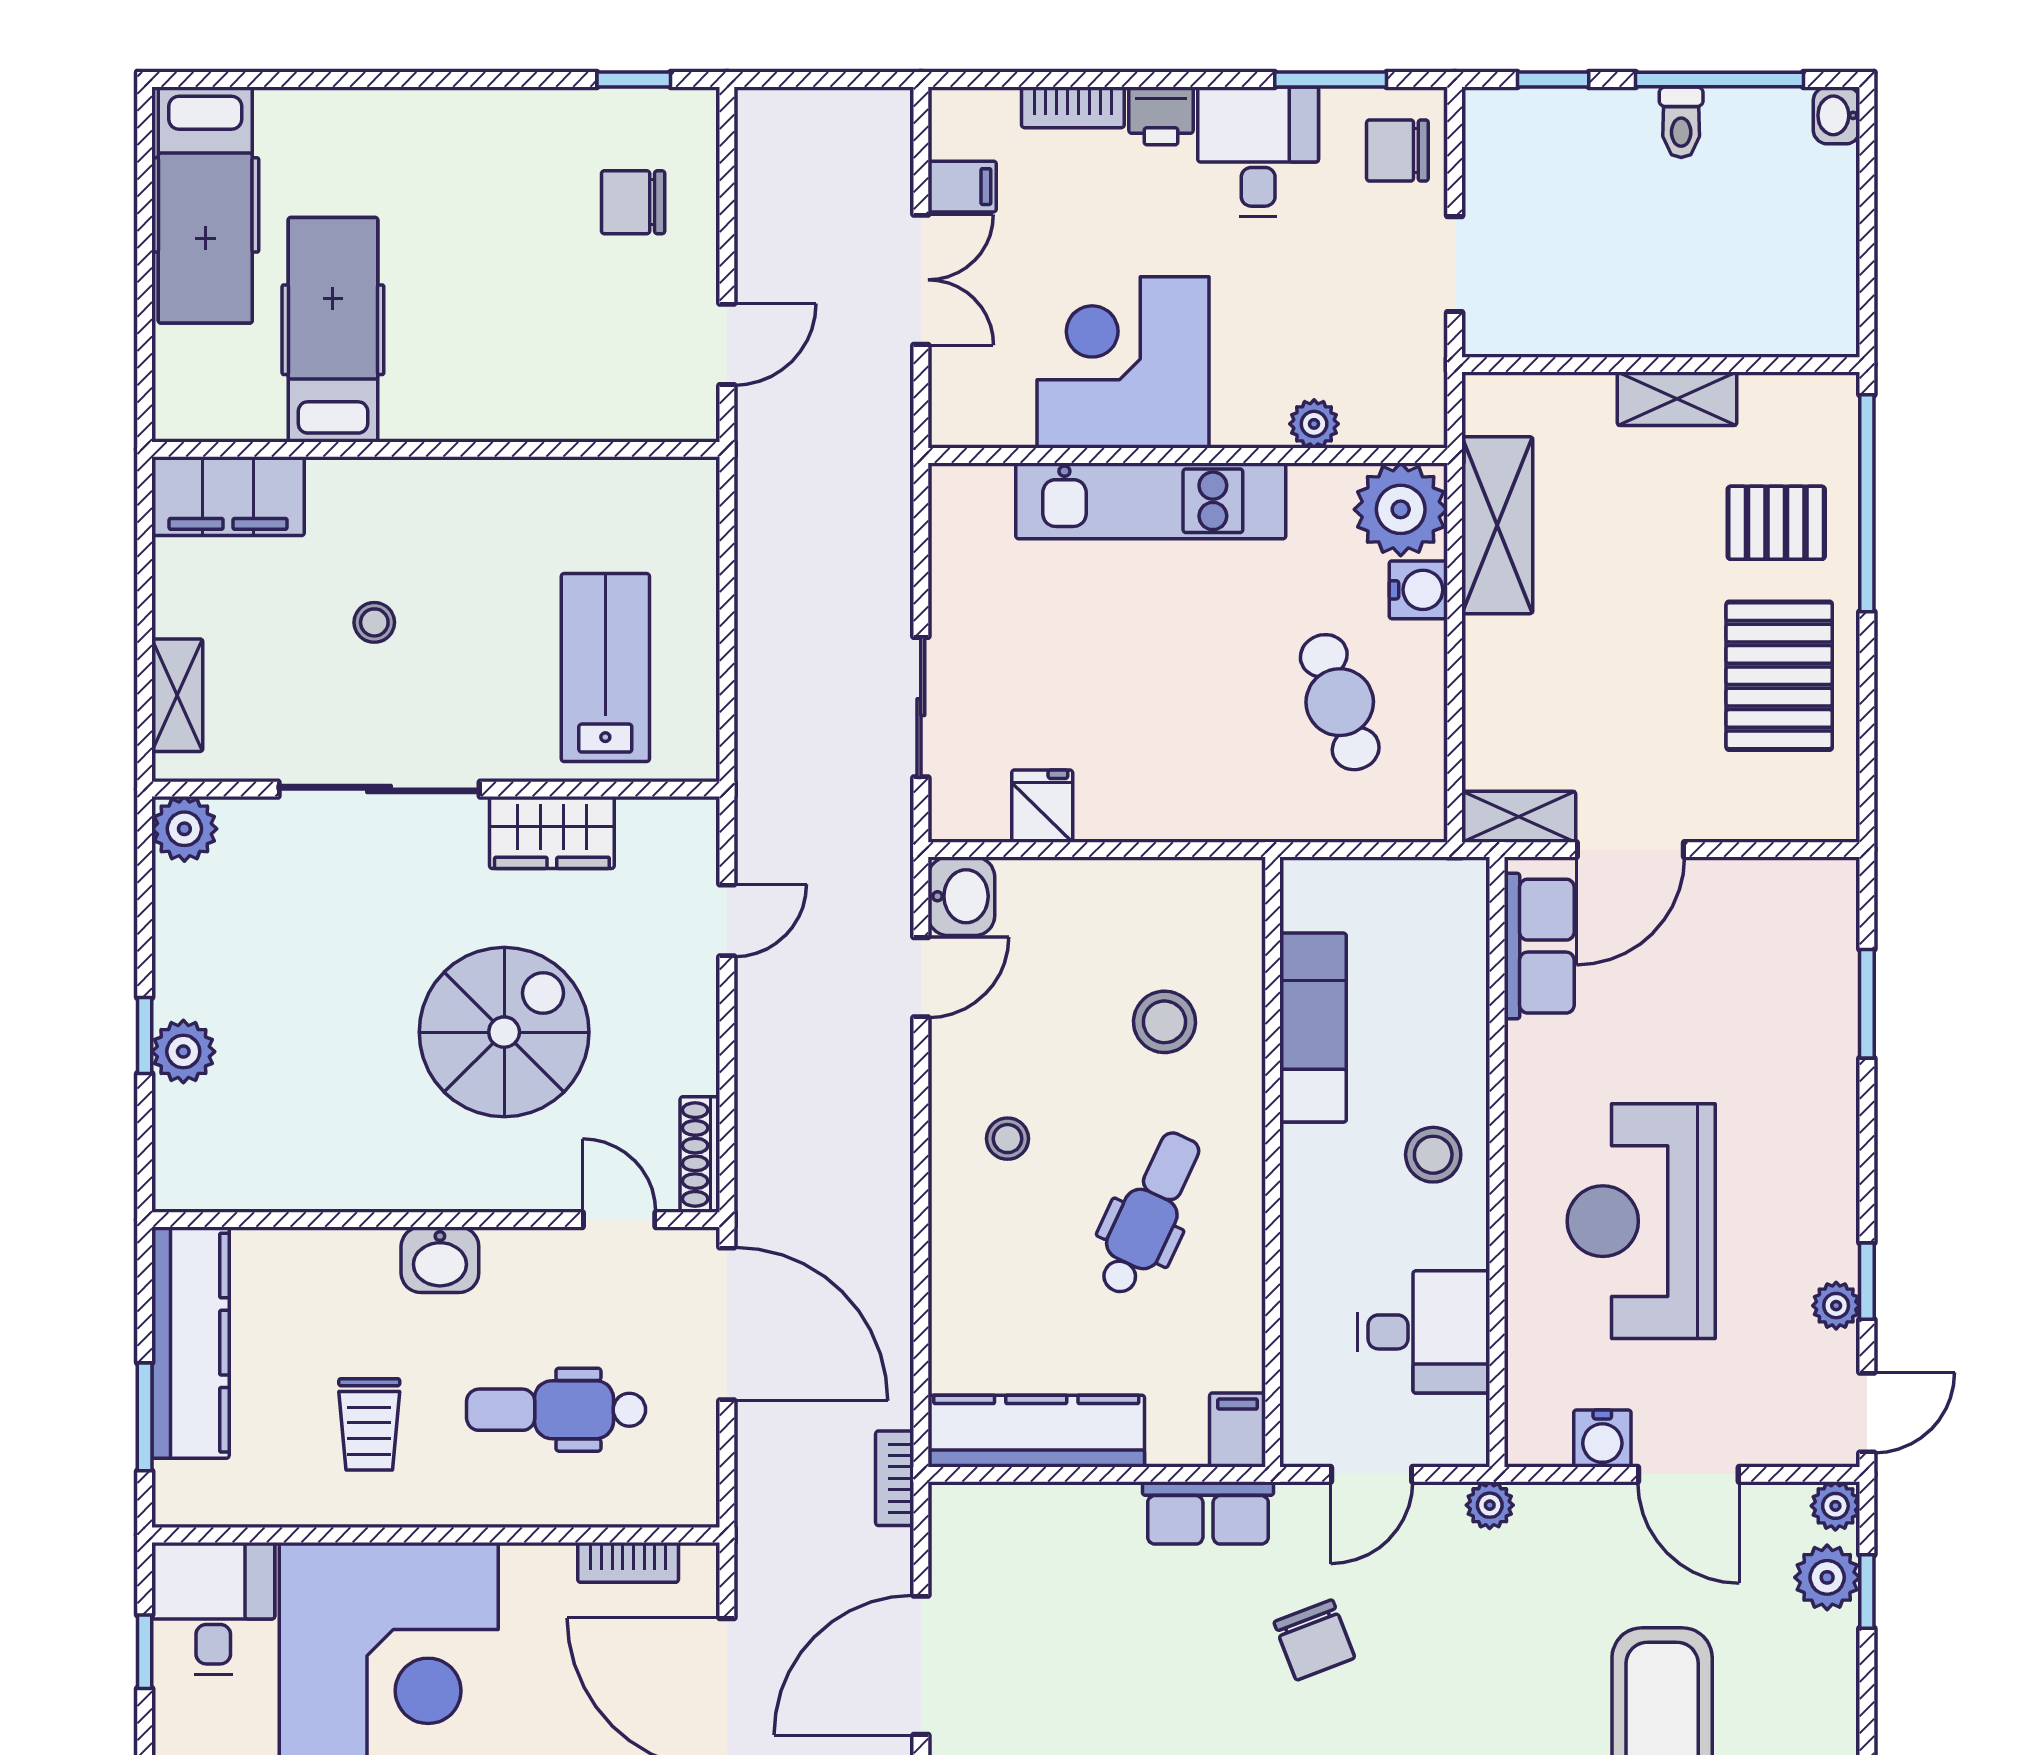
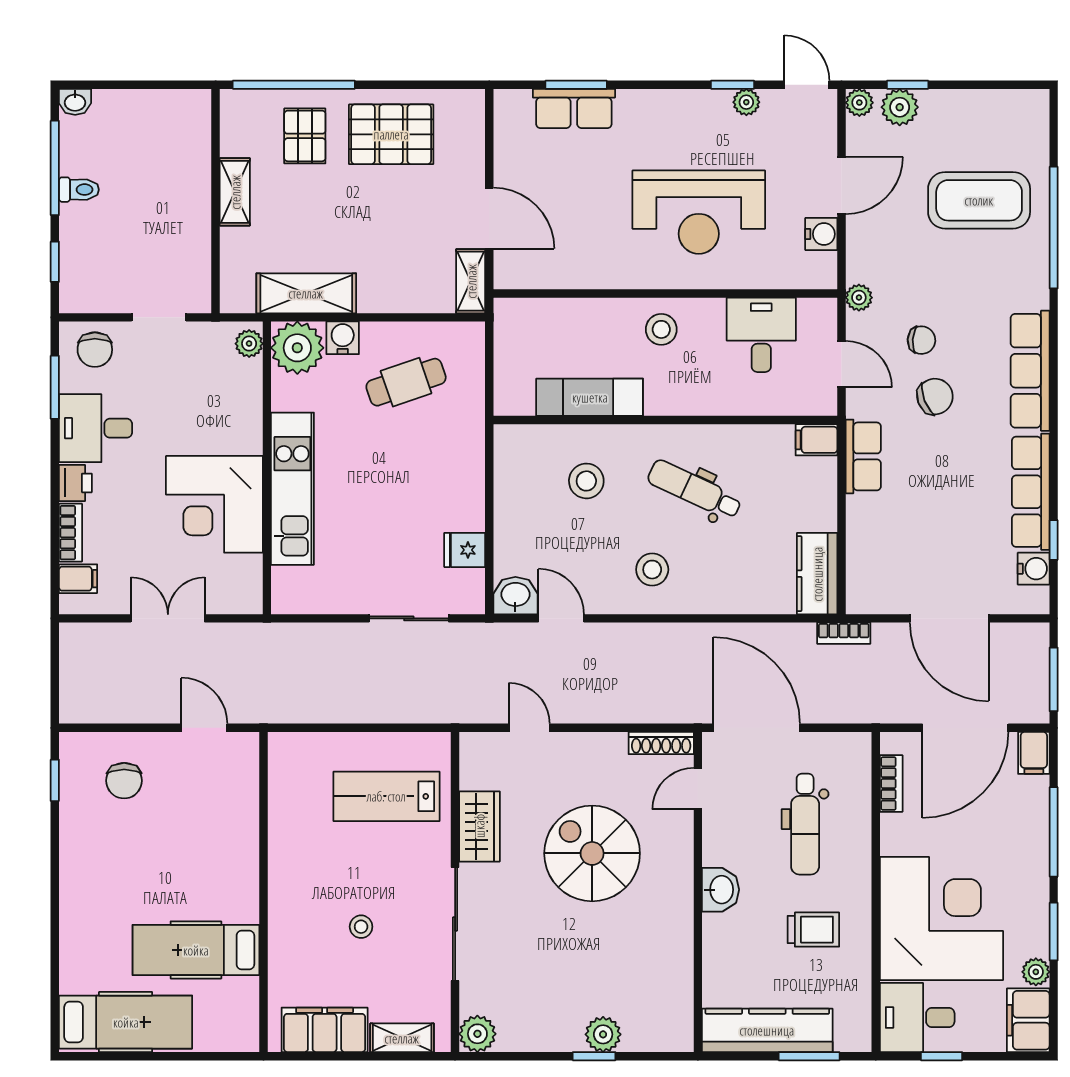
filing cabinet: (962, 187) -> (78, 579), moved, turned 90
plant: (1314, 424) -> (249, 344), moved
filing cabinet: (228, 496) -> (325, 1030), moved, turned -90
row of seats: (1539, 946) -> (574, 109), moved, turned 180
stool: (1008, 1139) -> (652, 570), width x1.37, depth x1.37
door: (727, 1324) -> (757, 728), hinge flipped
kitchen counter: (1036, 1431) -> (817, 574), width x0.67
chair: (1414, 1616) -> (921, 340), added

